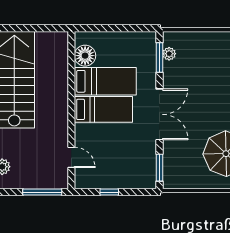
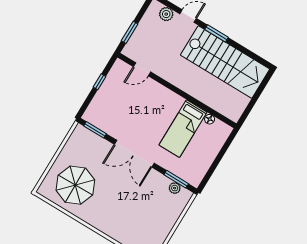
floor lamp: (85, 56) -> (210, 119), width x0.53, depth x0.53
bed: (103, 109) -> (163, 114), removed
window: (42, 192) -> (130, 32), width x0.69

